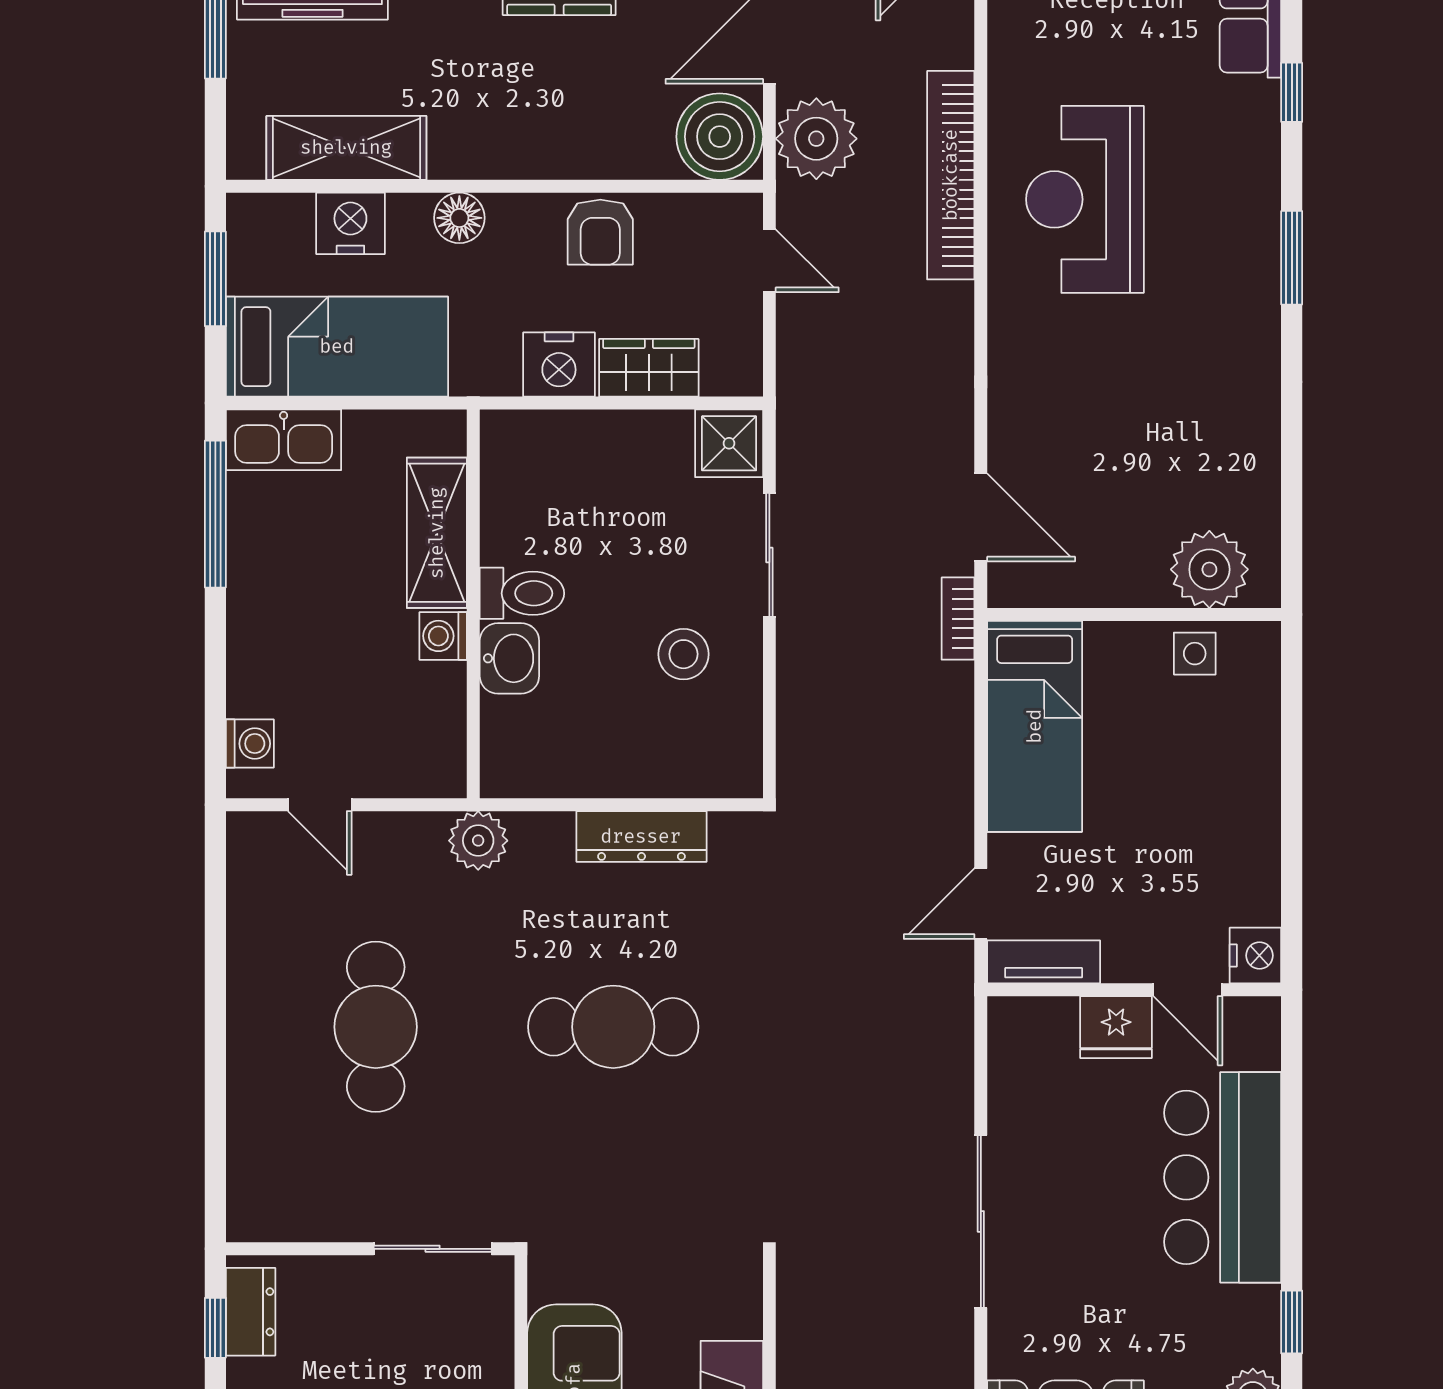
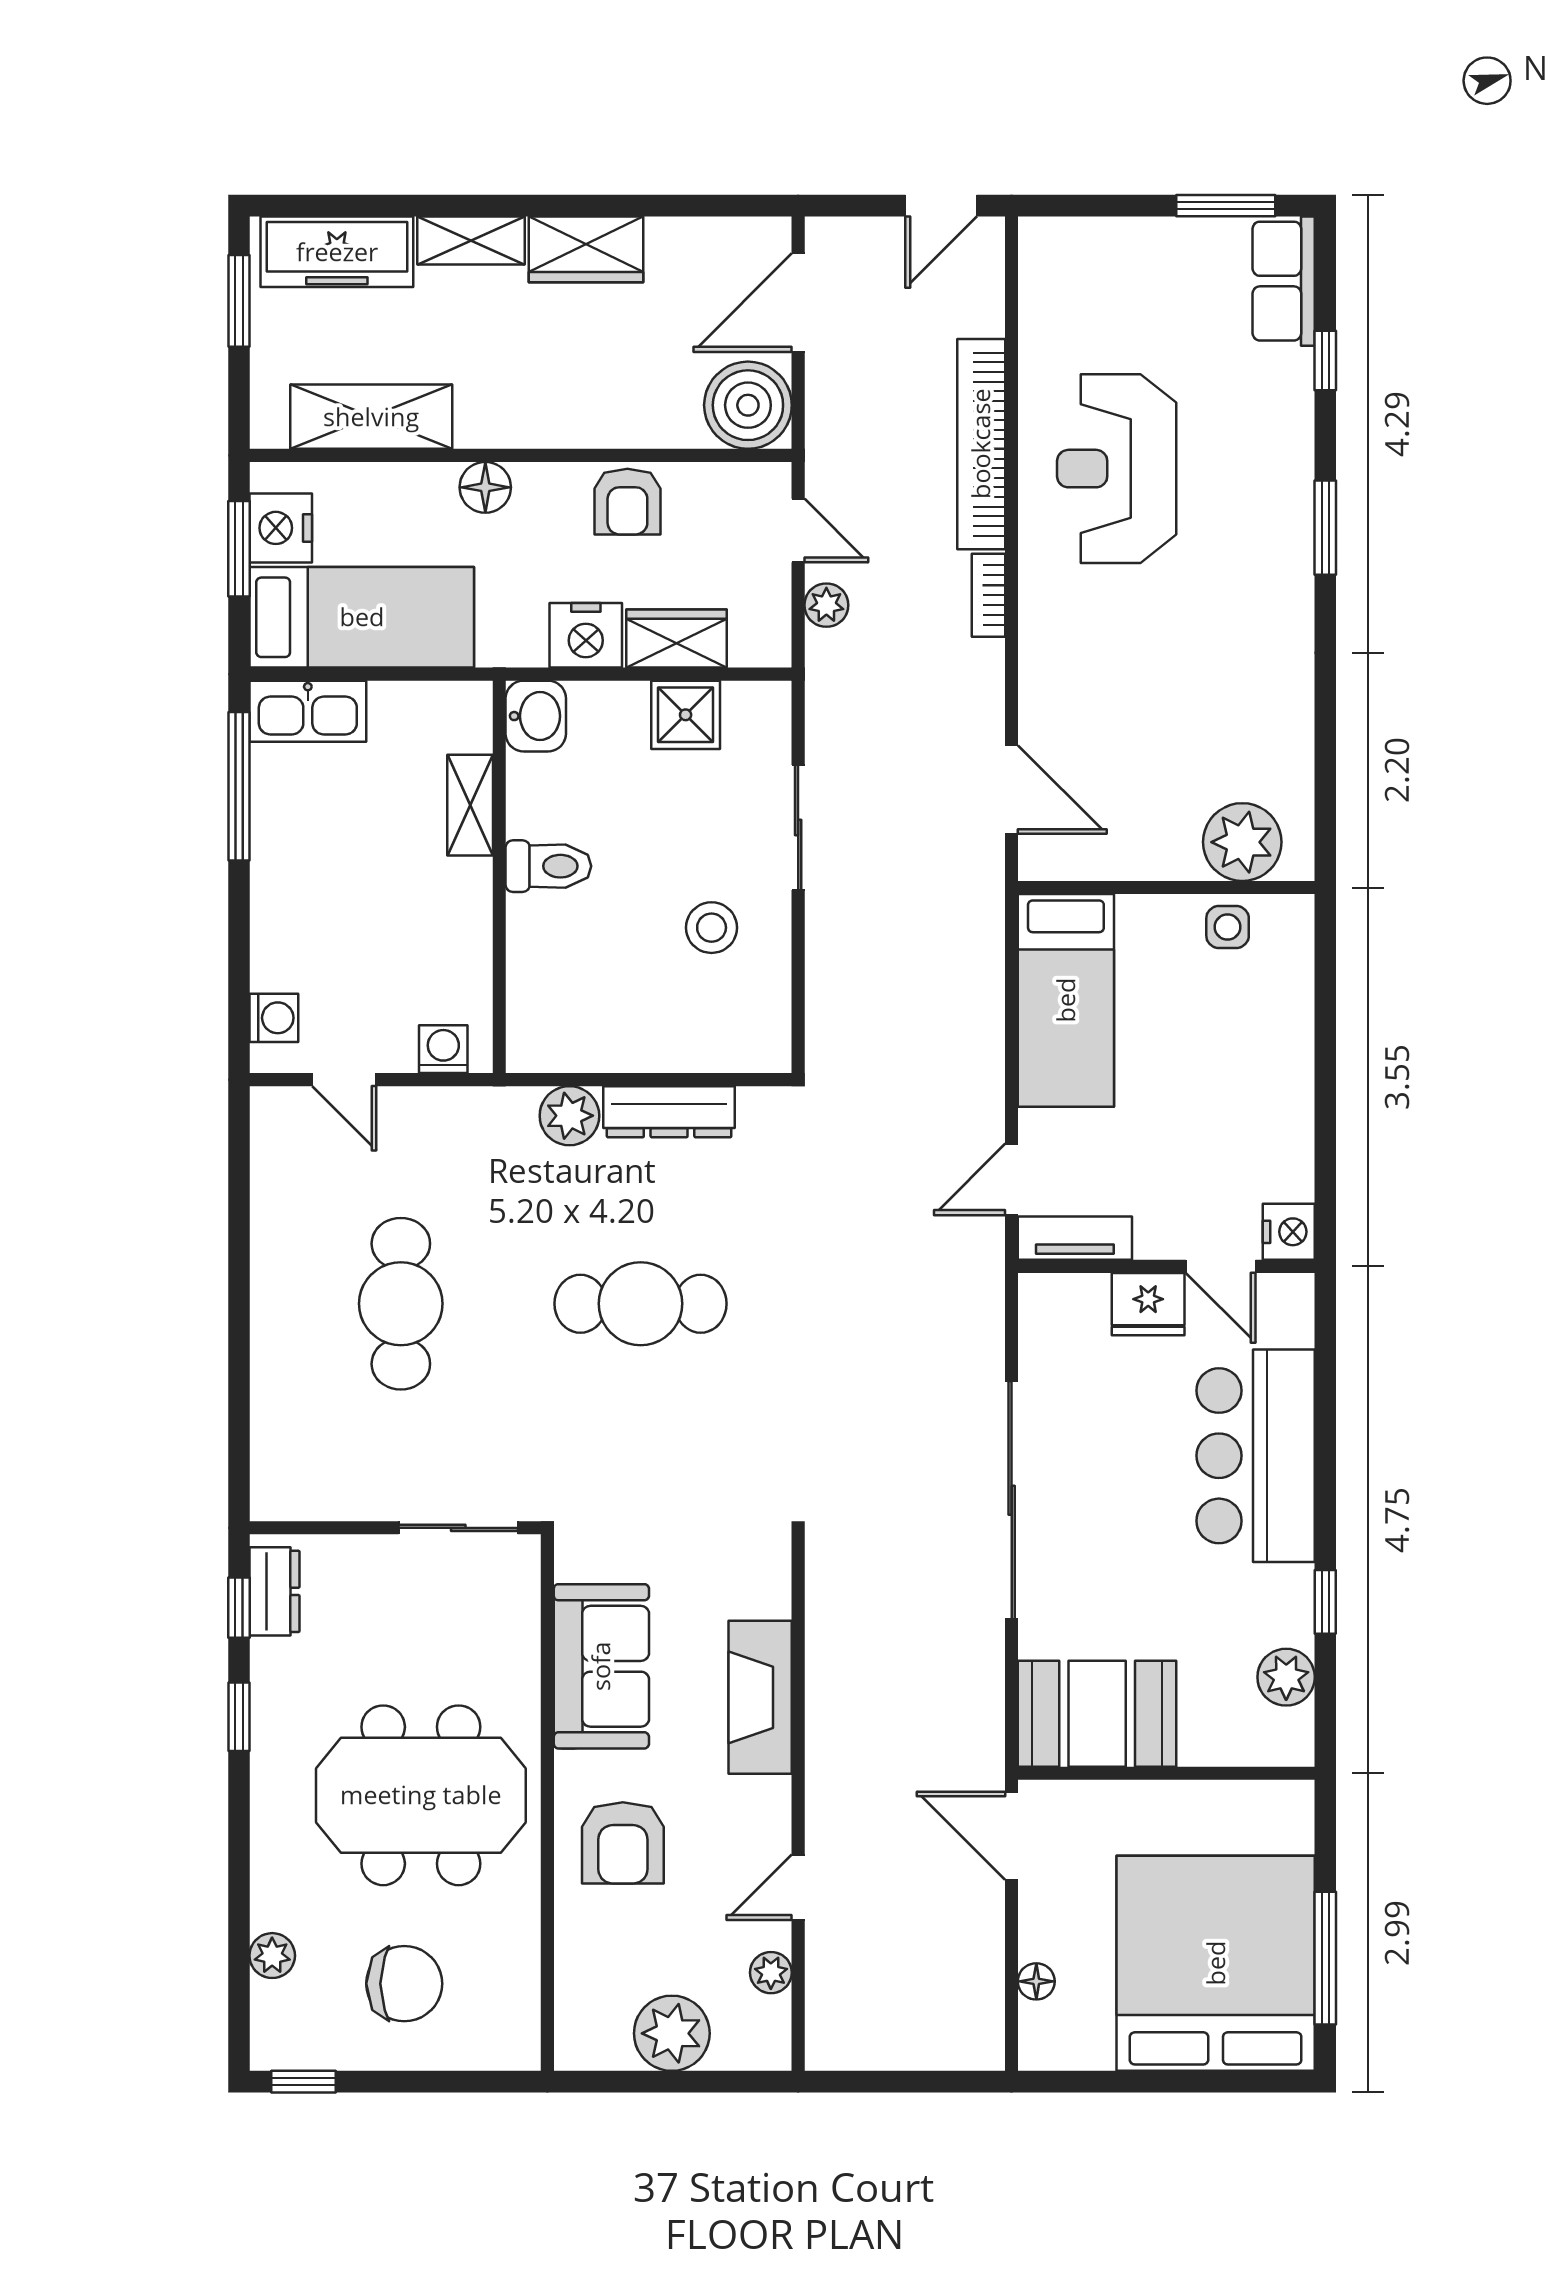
plant: (816, 139) -> (826, 605), moved, width x0.53, depth x0.53
nightstand: (350, 223) -> (281, 528), moved, turned -90
shower: (729, 443) -> (686, 715), moved
shelving: (437, 533) -> (470, 805), width x0.67, depth x0.75
bookcase: (958, 619) -> (989, 595), moved
washing machine: (443, 636) -> (443, 1049), moved, turned 90
washbasin: (509, 658) -> (536, 716), moved
plant: (478, 841) -> (569, 1116), moved
sliding door: (981, 1221) -> (1012, 1500), width x1.36

